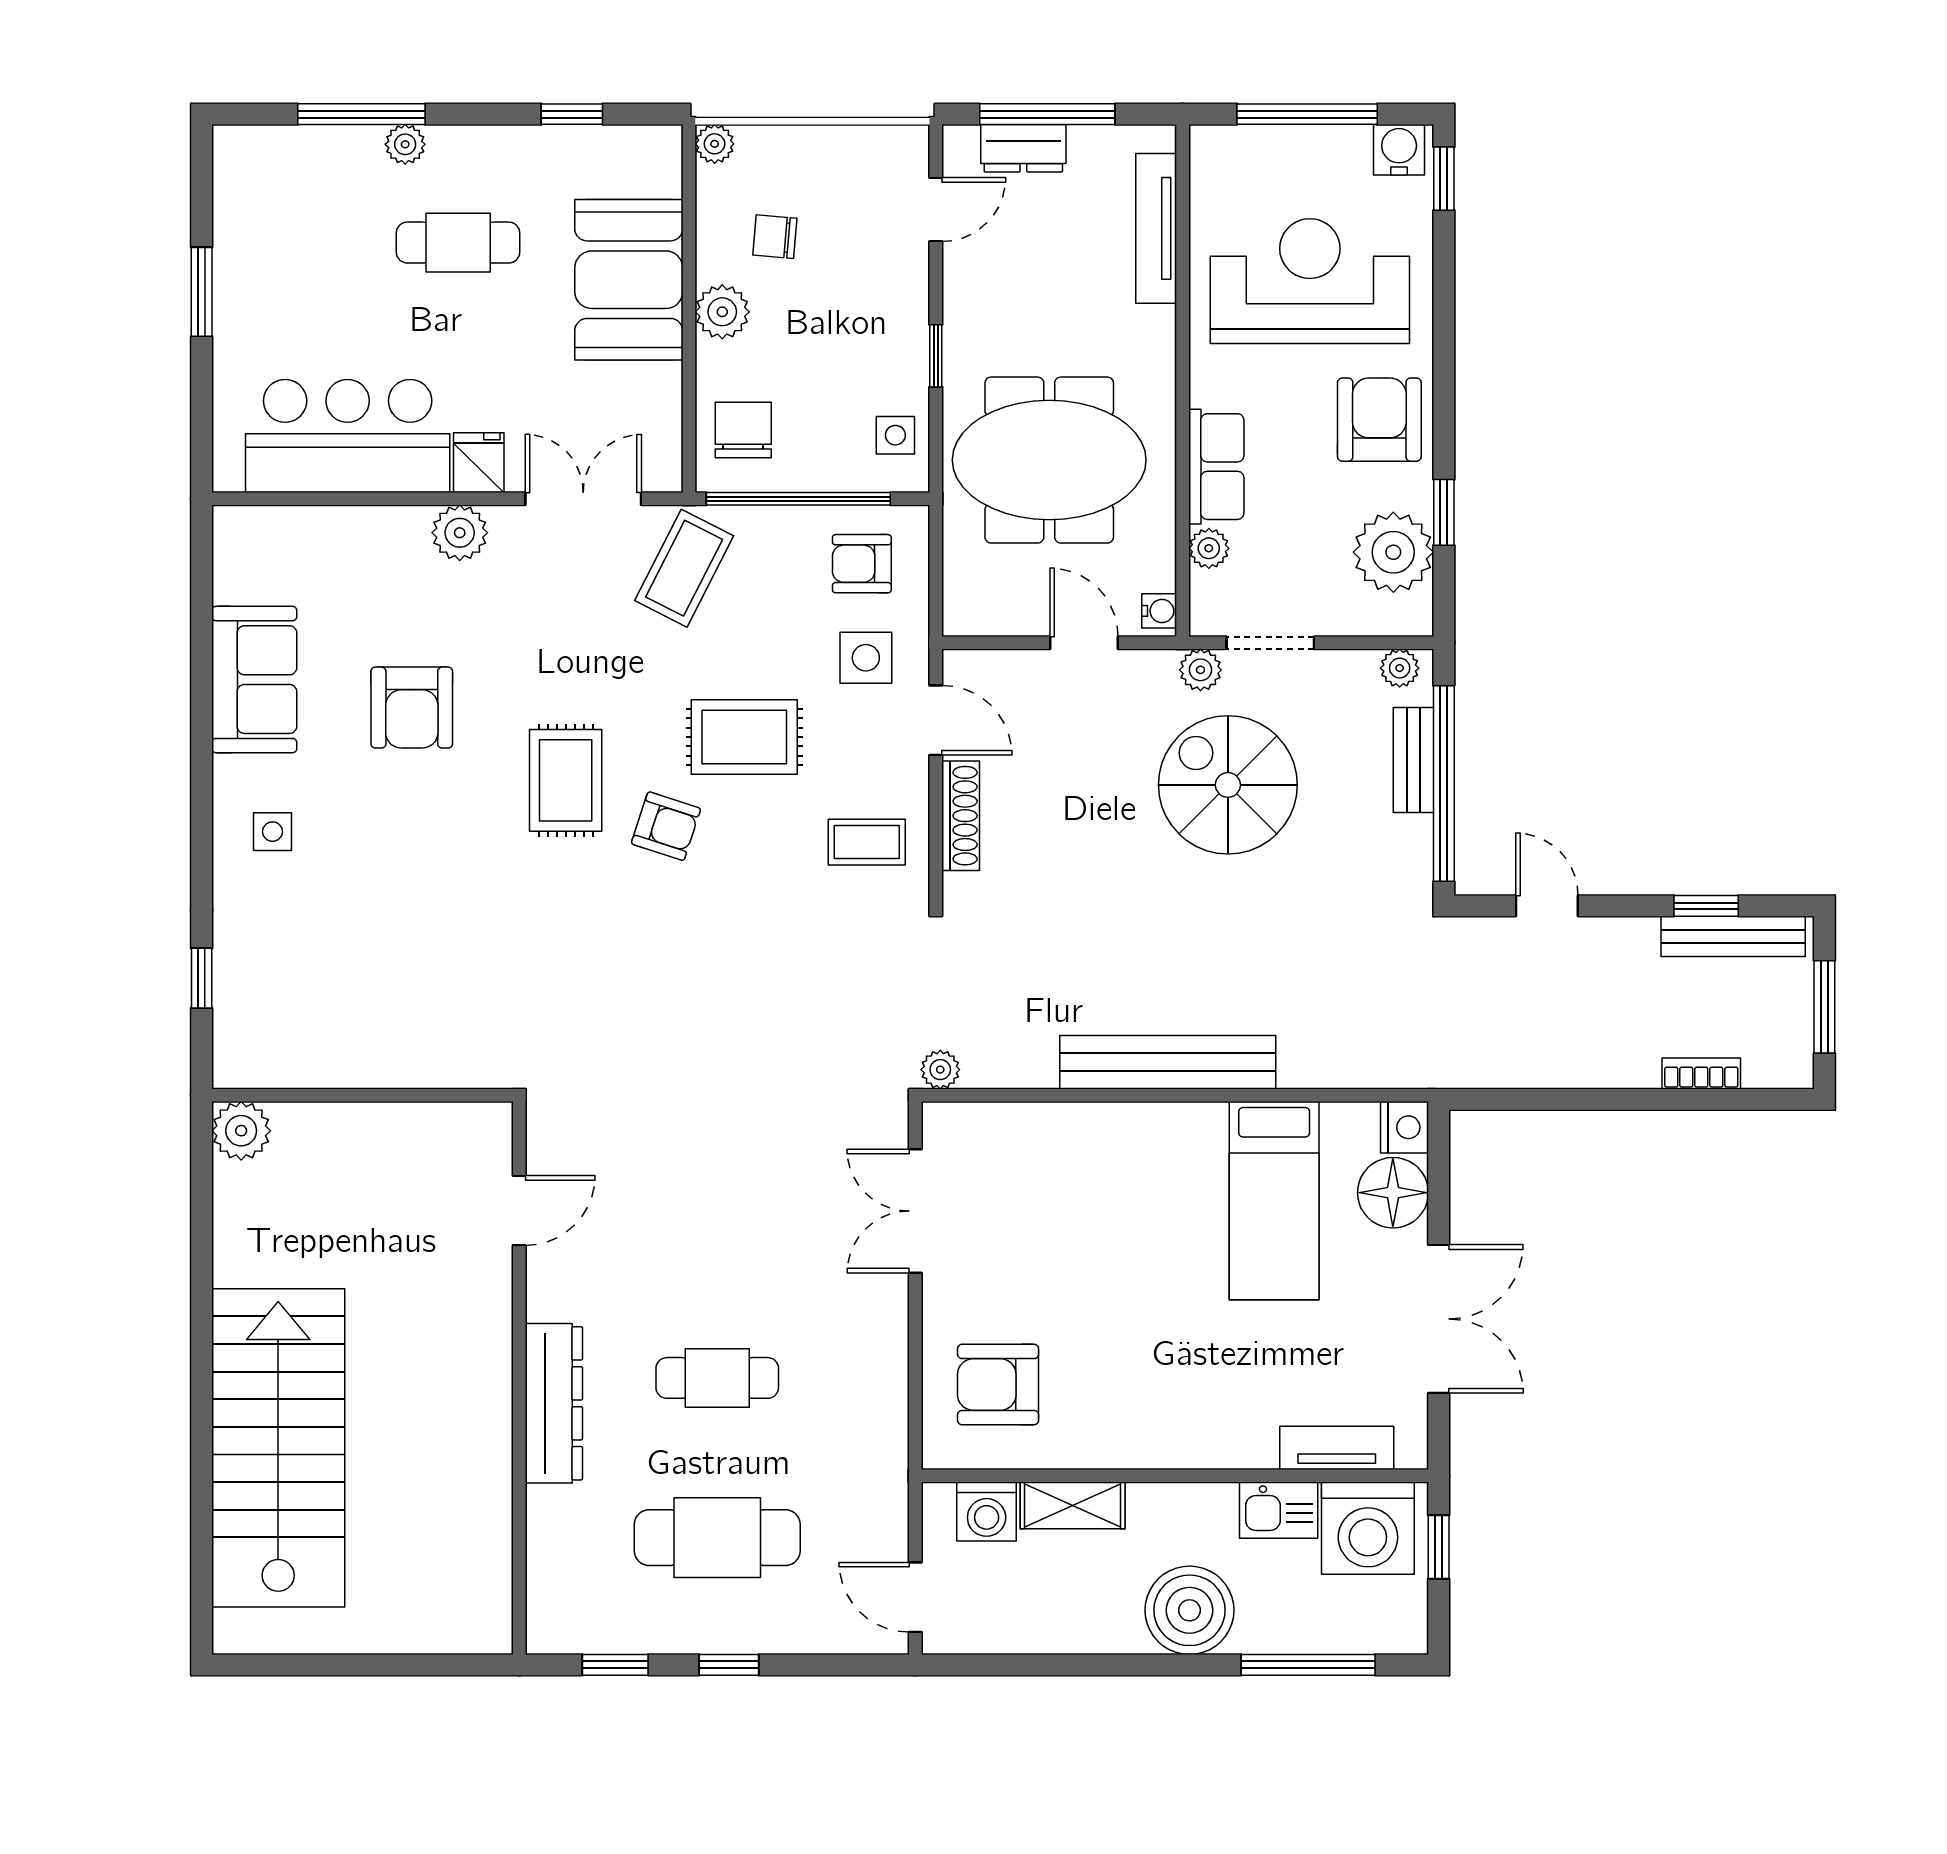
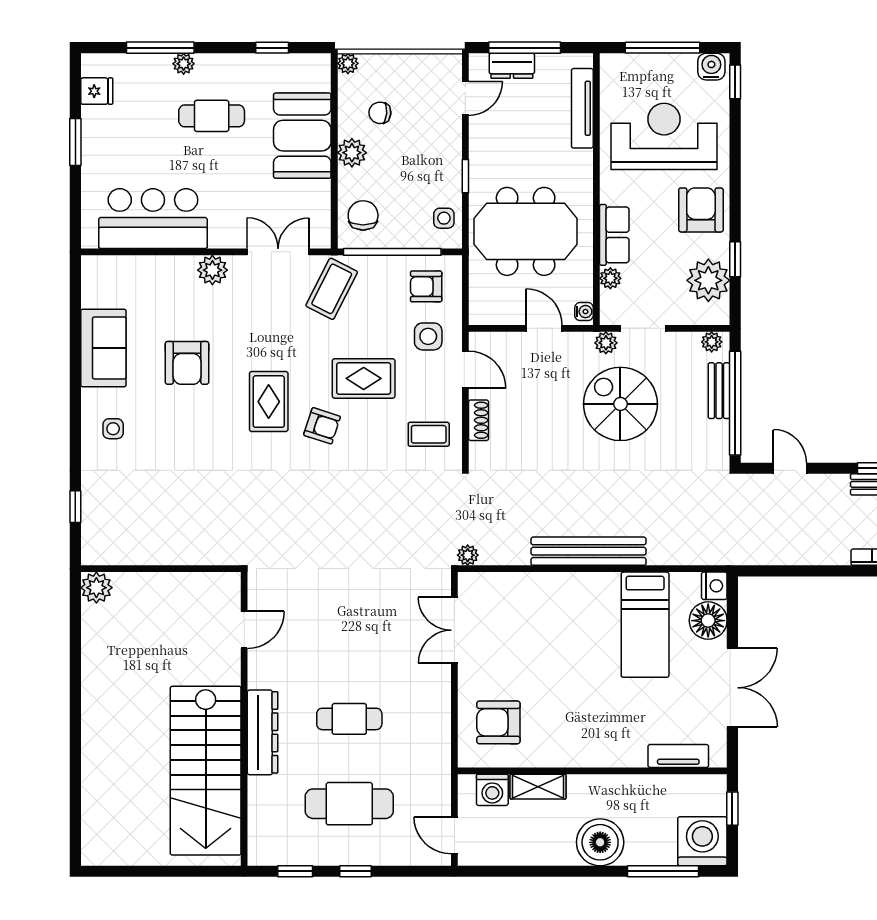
fridge: (479, 463) -> (97, 91), moved, turned 90
shoe rack: (961, 816) -> (479, 420), width x0.70
stairs: (278, 1448) -> (206, 771), moved, turned 180
kitchen sink: (1279, 1510) -> (647, 789), removed
washing machine: (1368, 1528) -> (702, 841), moved, turned 180

